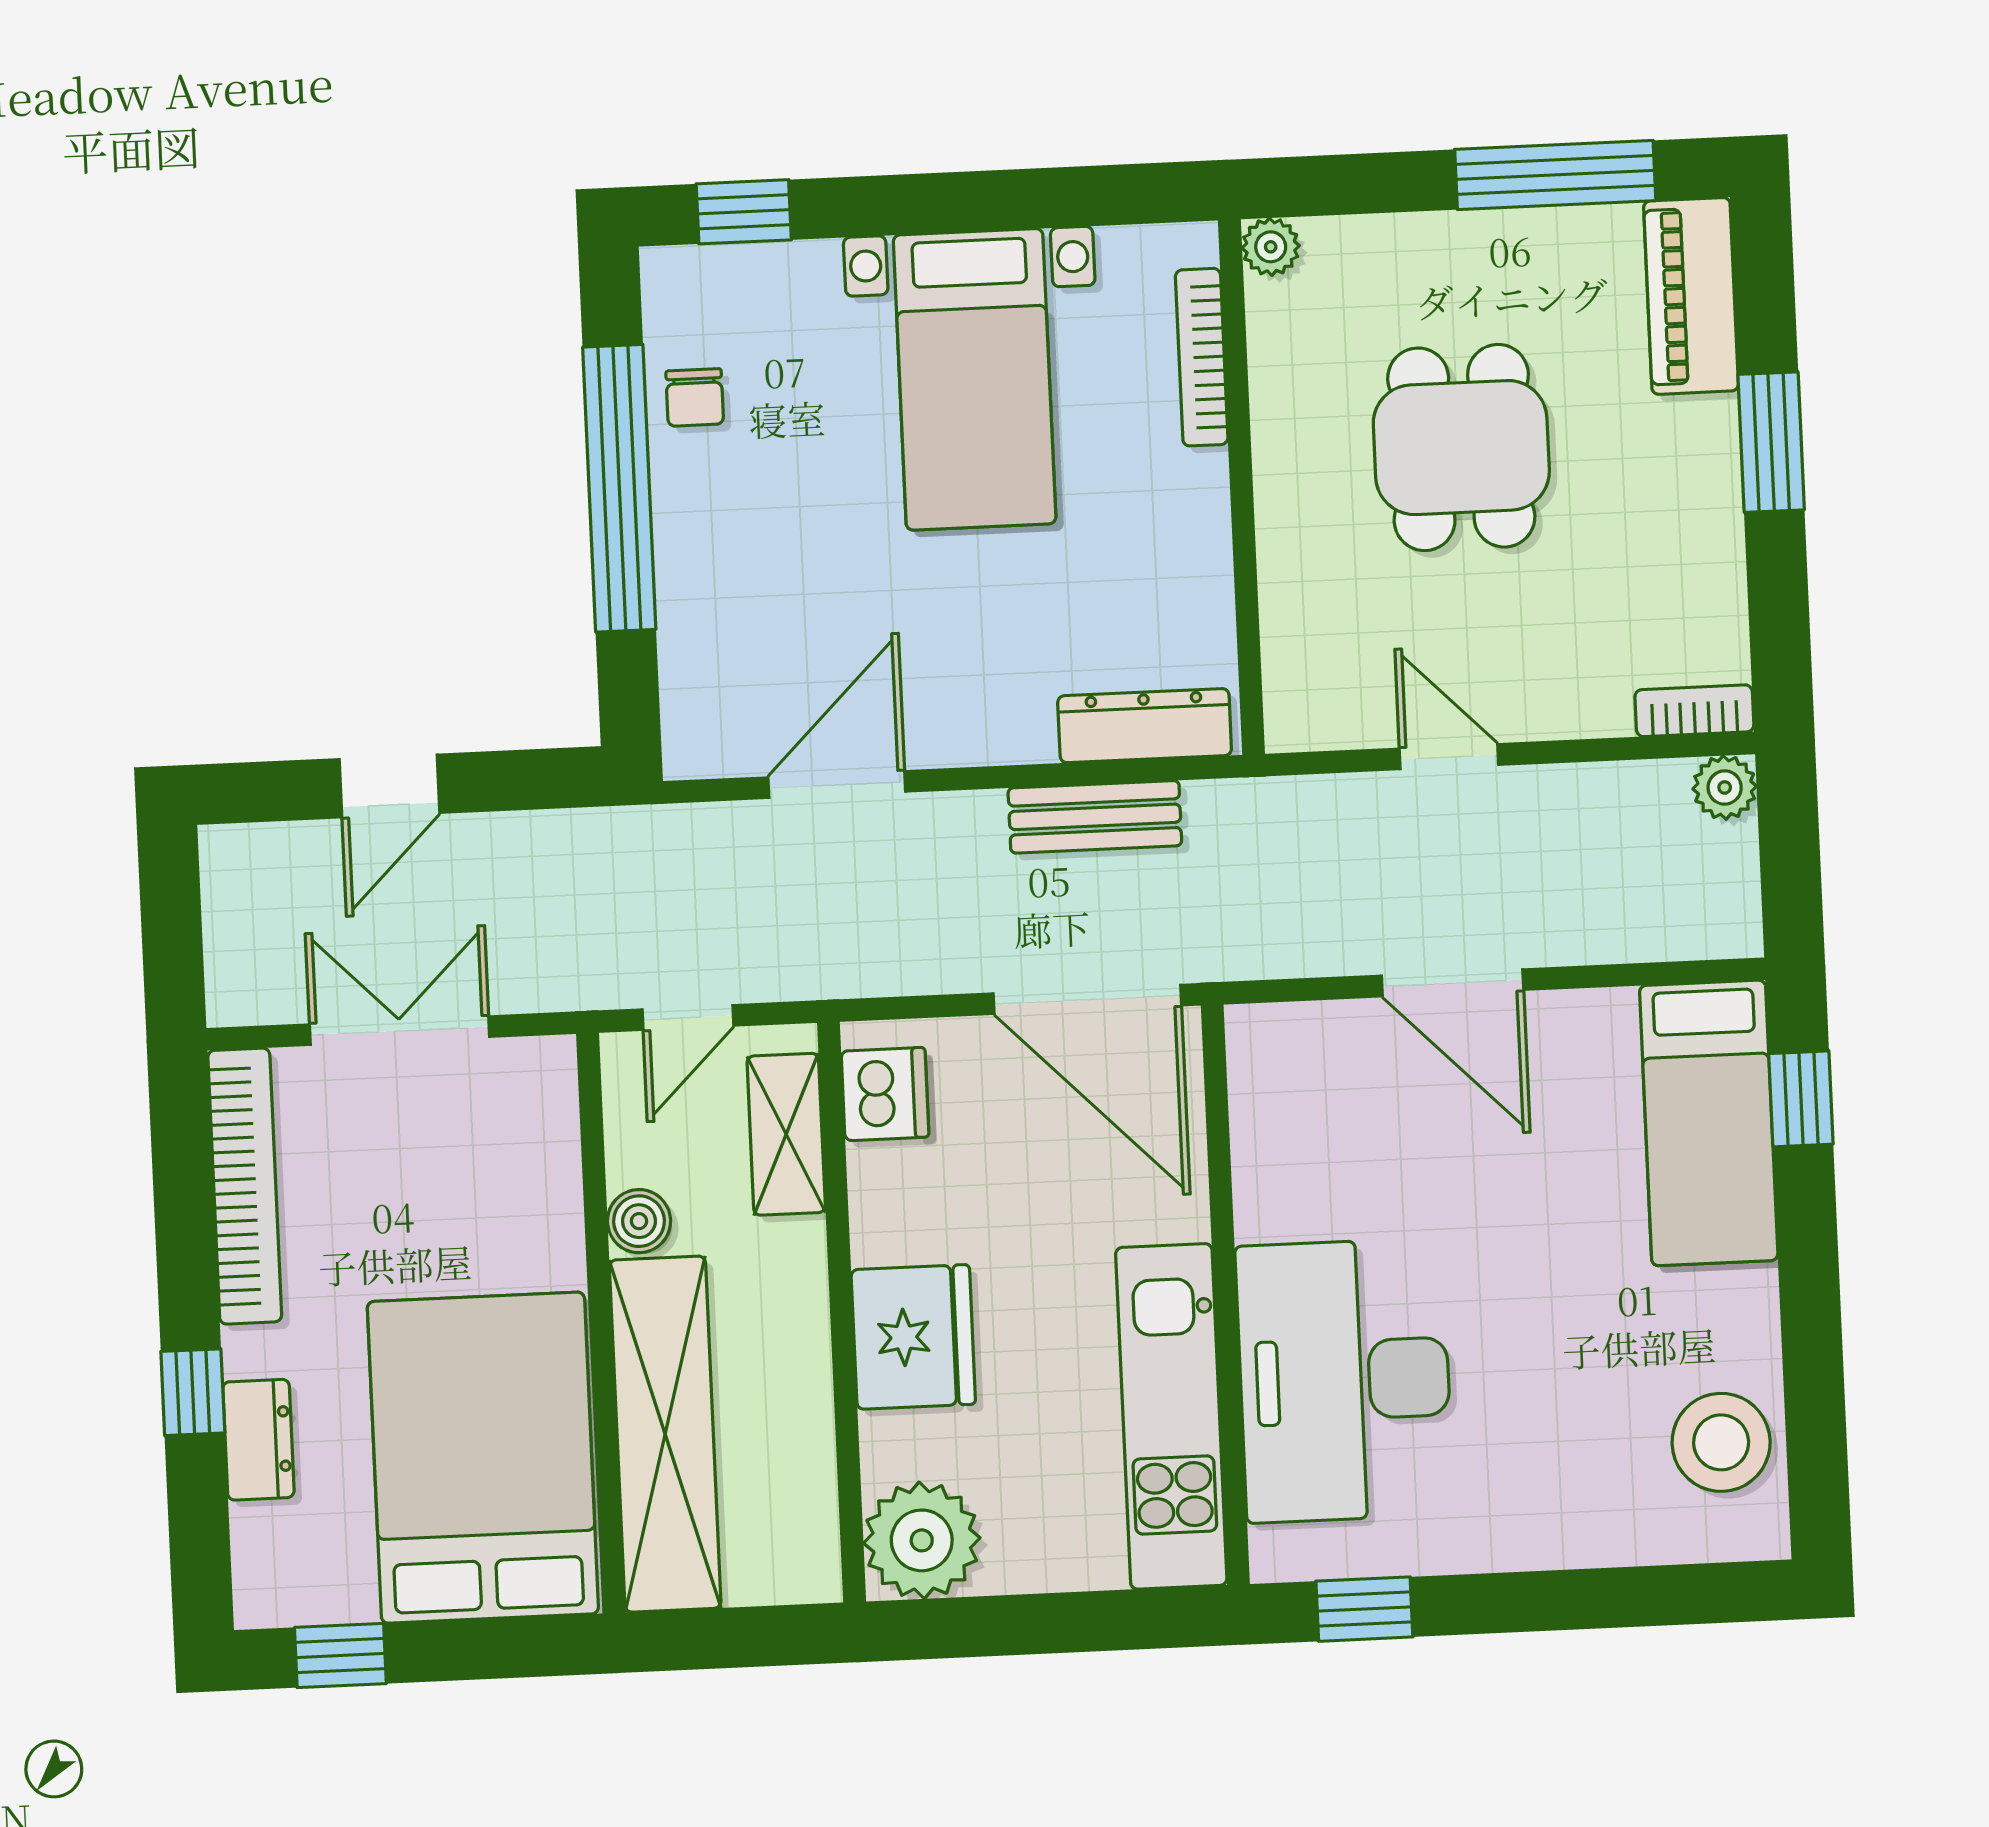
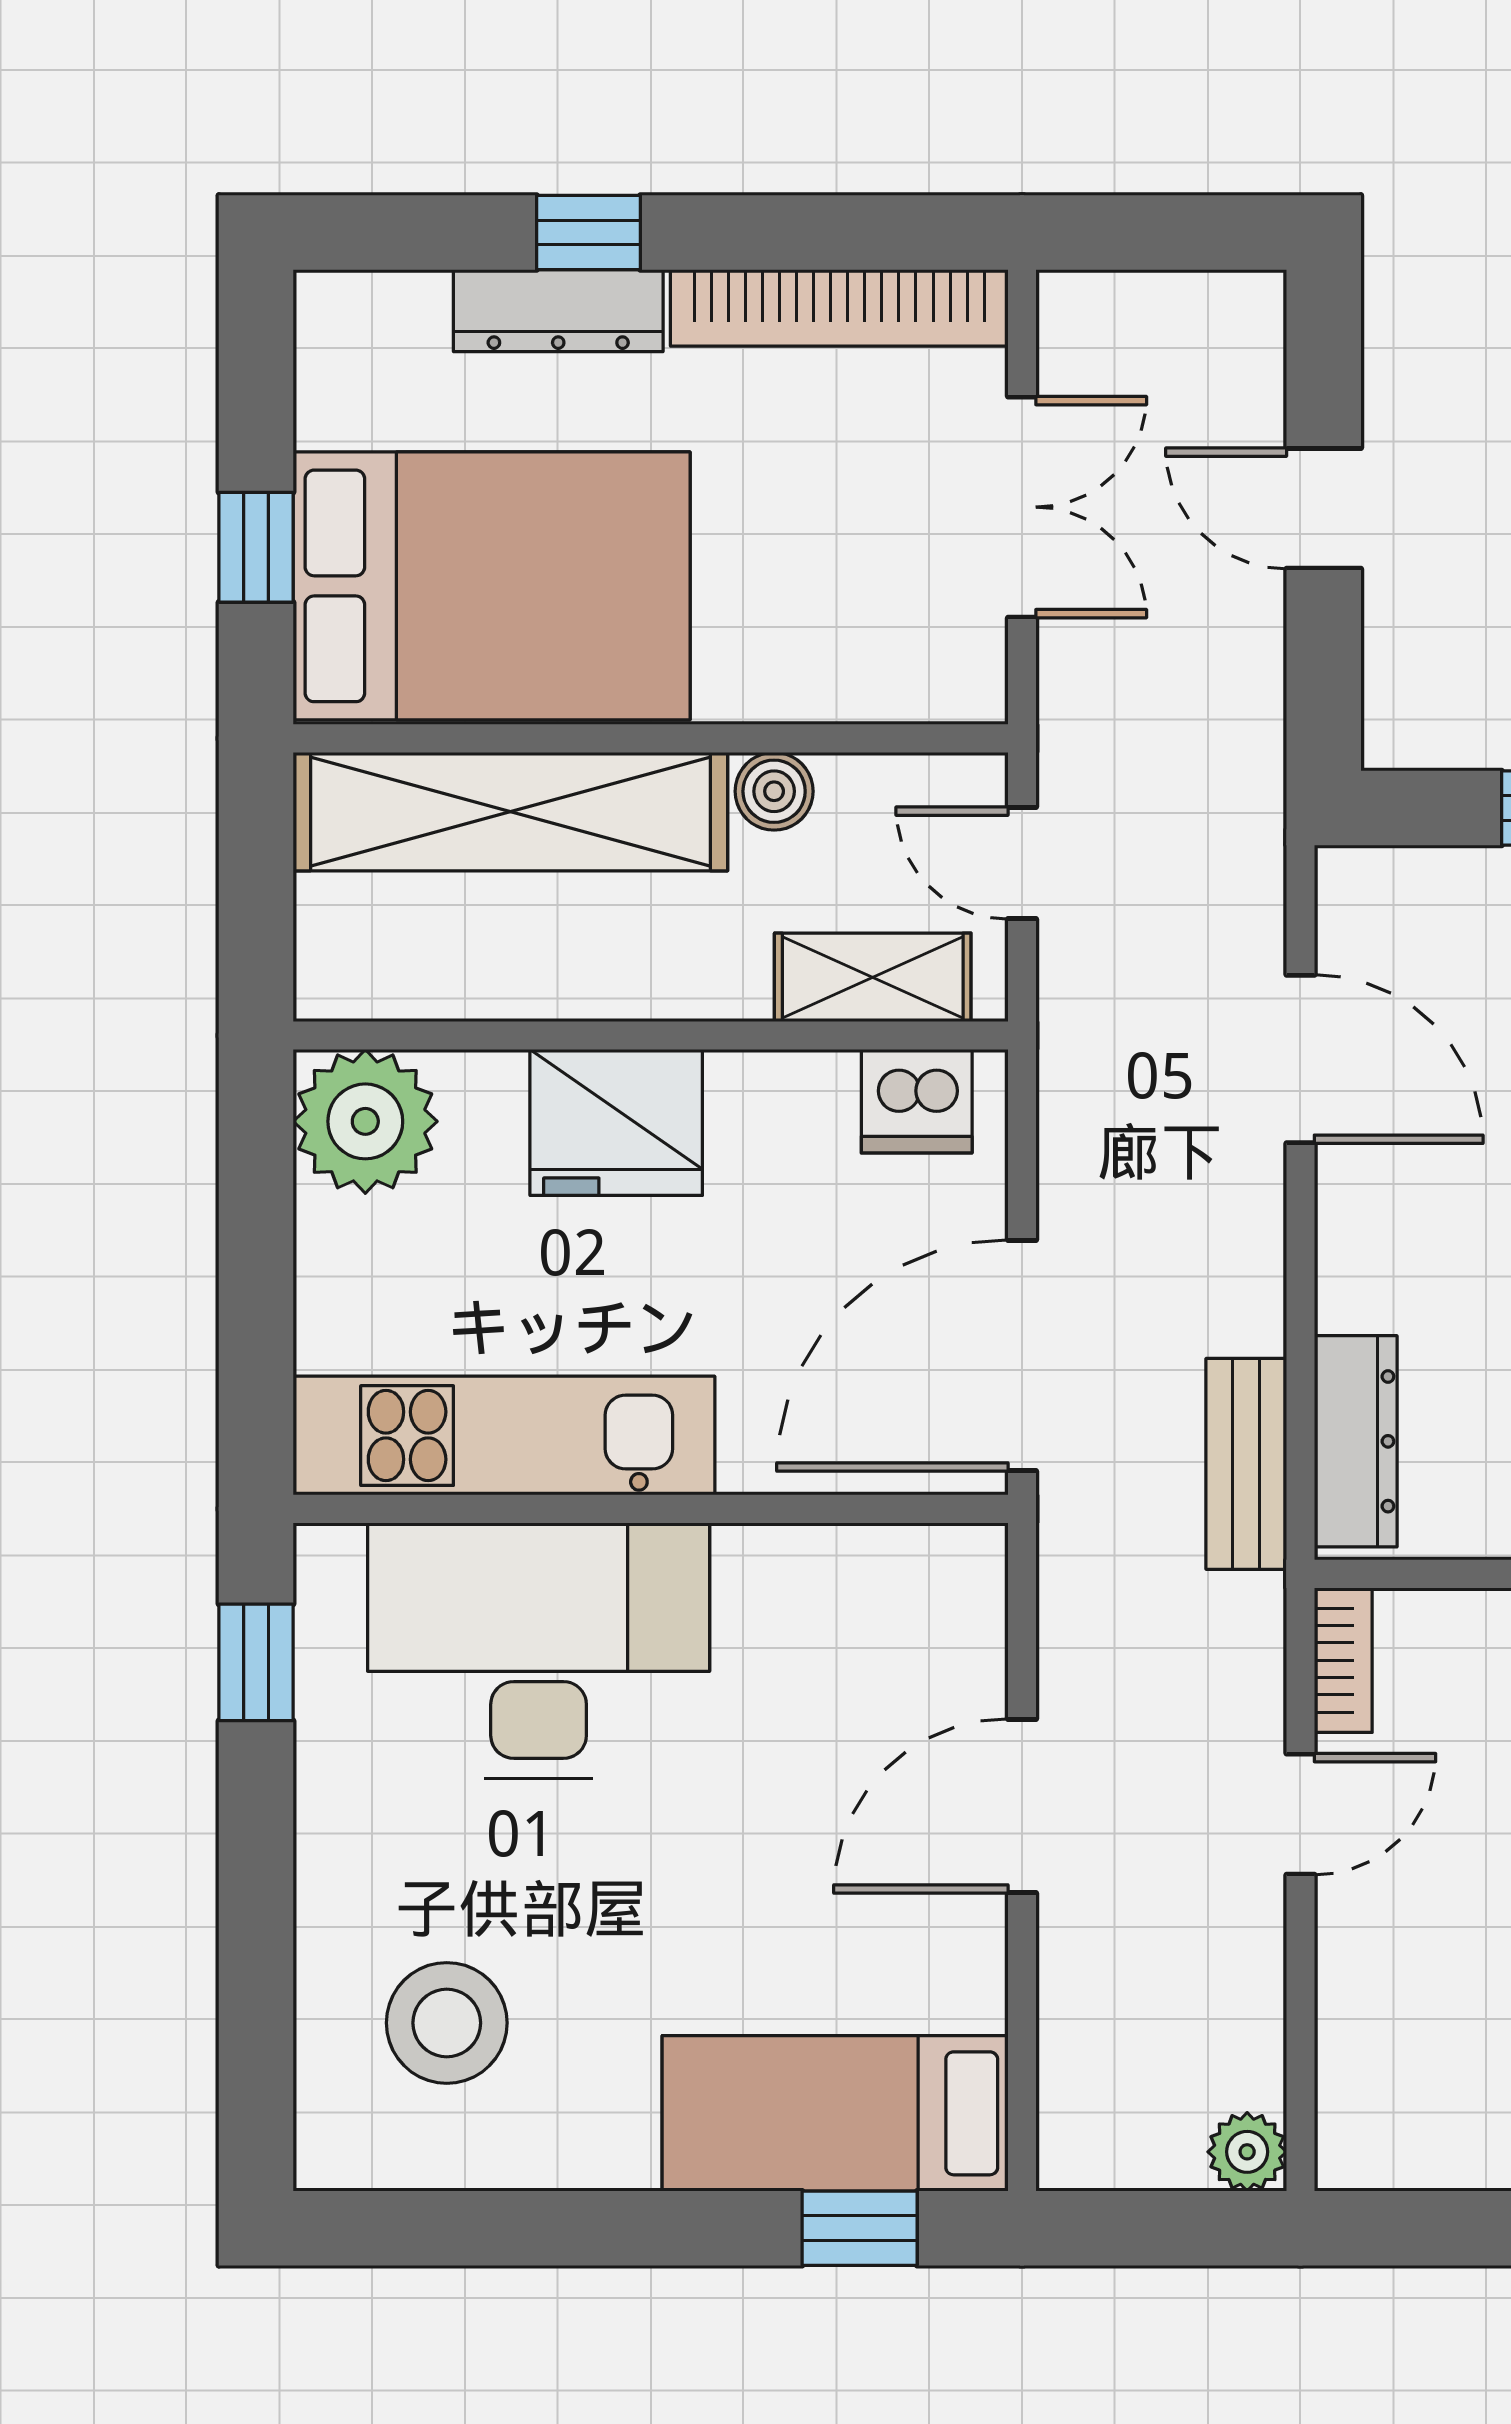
bookcase: (1694, 711) -> (1343, 1660), moved
bench: (1095, 817) -> (1246, 1464), moved
dresser: (258, 1440) -> (558, 311), width x1.44
stool: (1721, 1442) -> (447, 2023), moved
window: (340, 1656) -> (256, 547), moved

